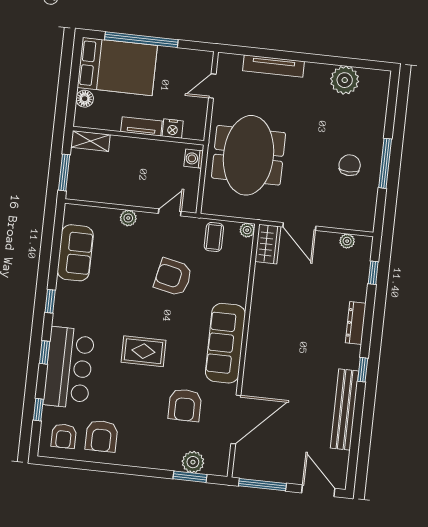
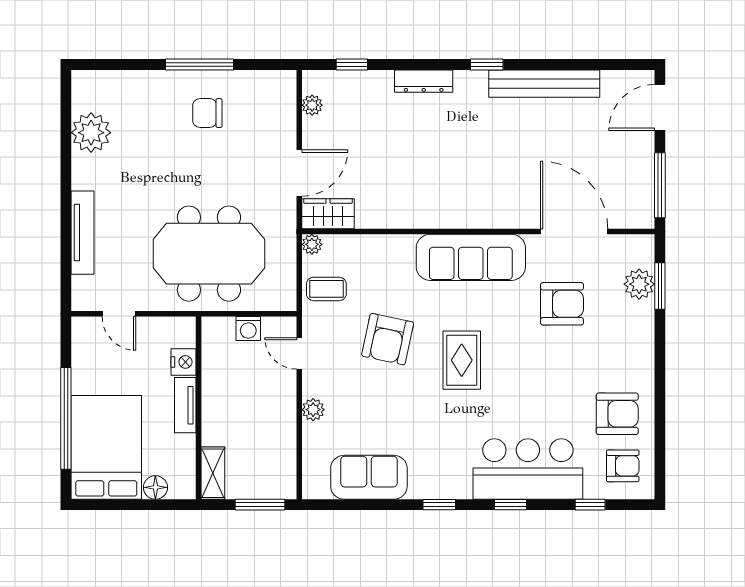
washing machine: (194, 159) -> (248, 329), moved
rug: (143, 351) -> (462, 360), moved

